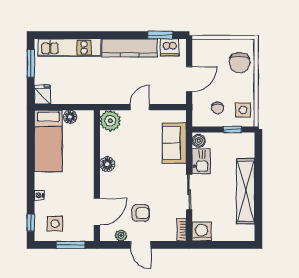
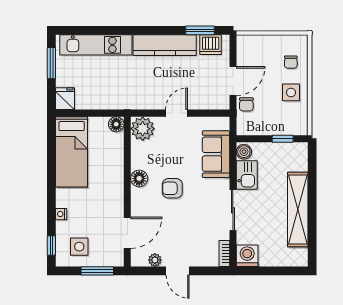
chair: (240, 63) -> (291, 62), width x0.54, depth x0.54
chair: (218, 108) -> (246, 104), moved
side table: (243, 110) -> (291, 92), moved
floor lamp: (70, 117) -> (116, 124), moved
armchair: (141, 213) -> (172, 188), moved, turned 180

